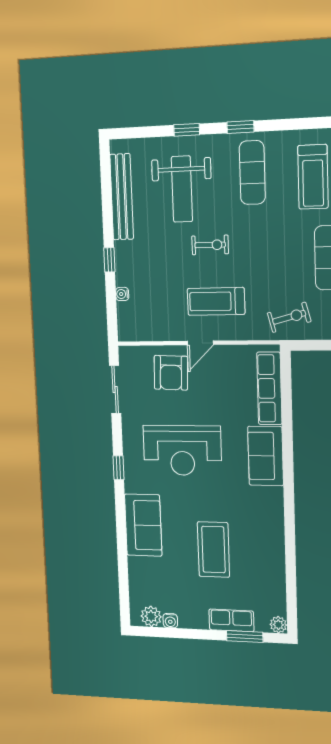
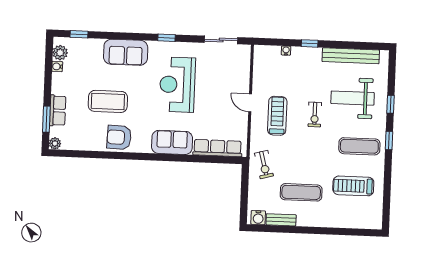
armchair: (171, 373) -> (119, 137), moved
window: (124, 590) -> (79, 34), added

